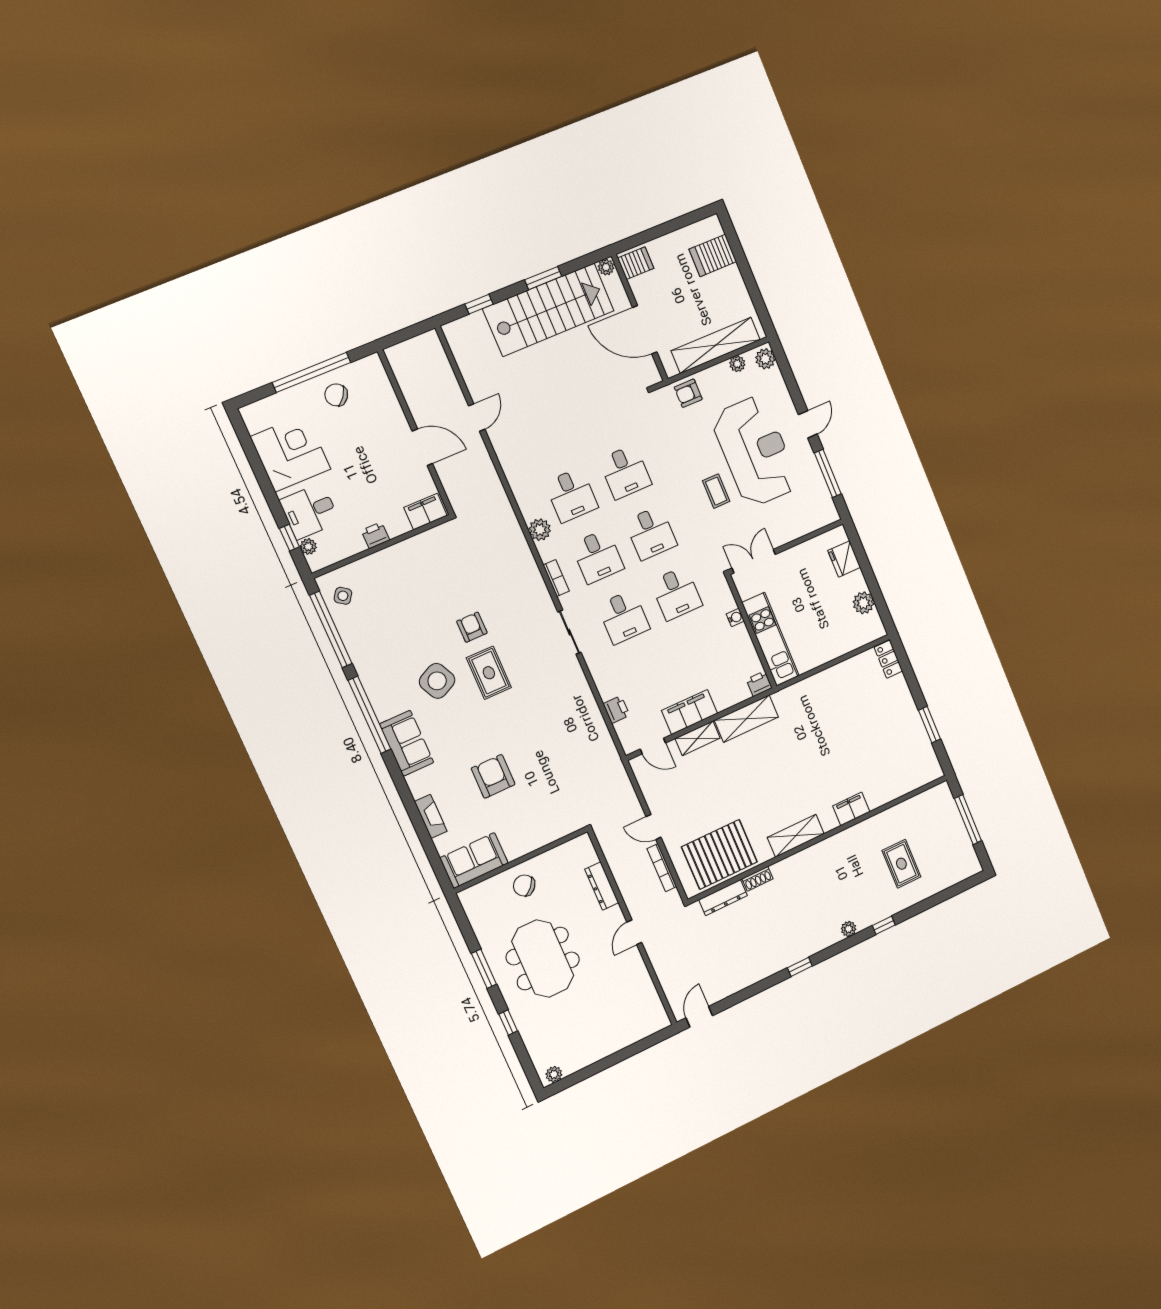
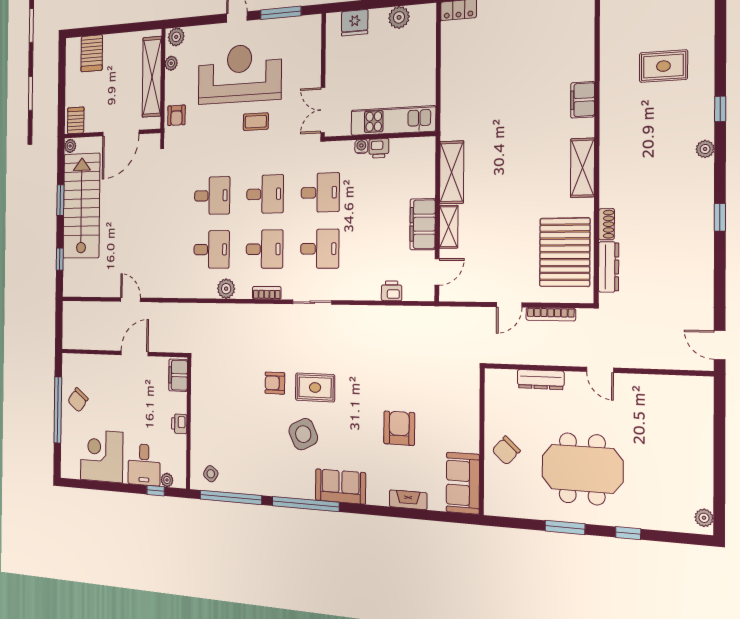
printer: (759, 684) -> (379, 148), moved, turned -90
armchair: (493, 776) -> (399, 428), turned 90

